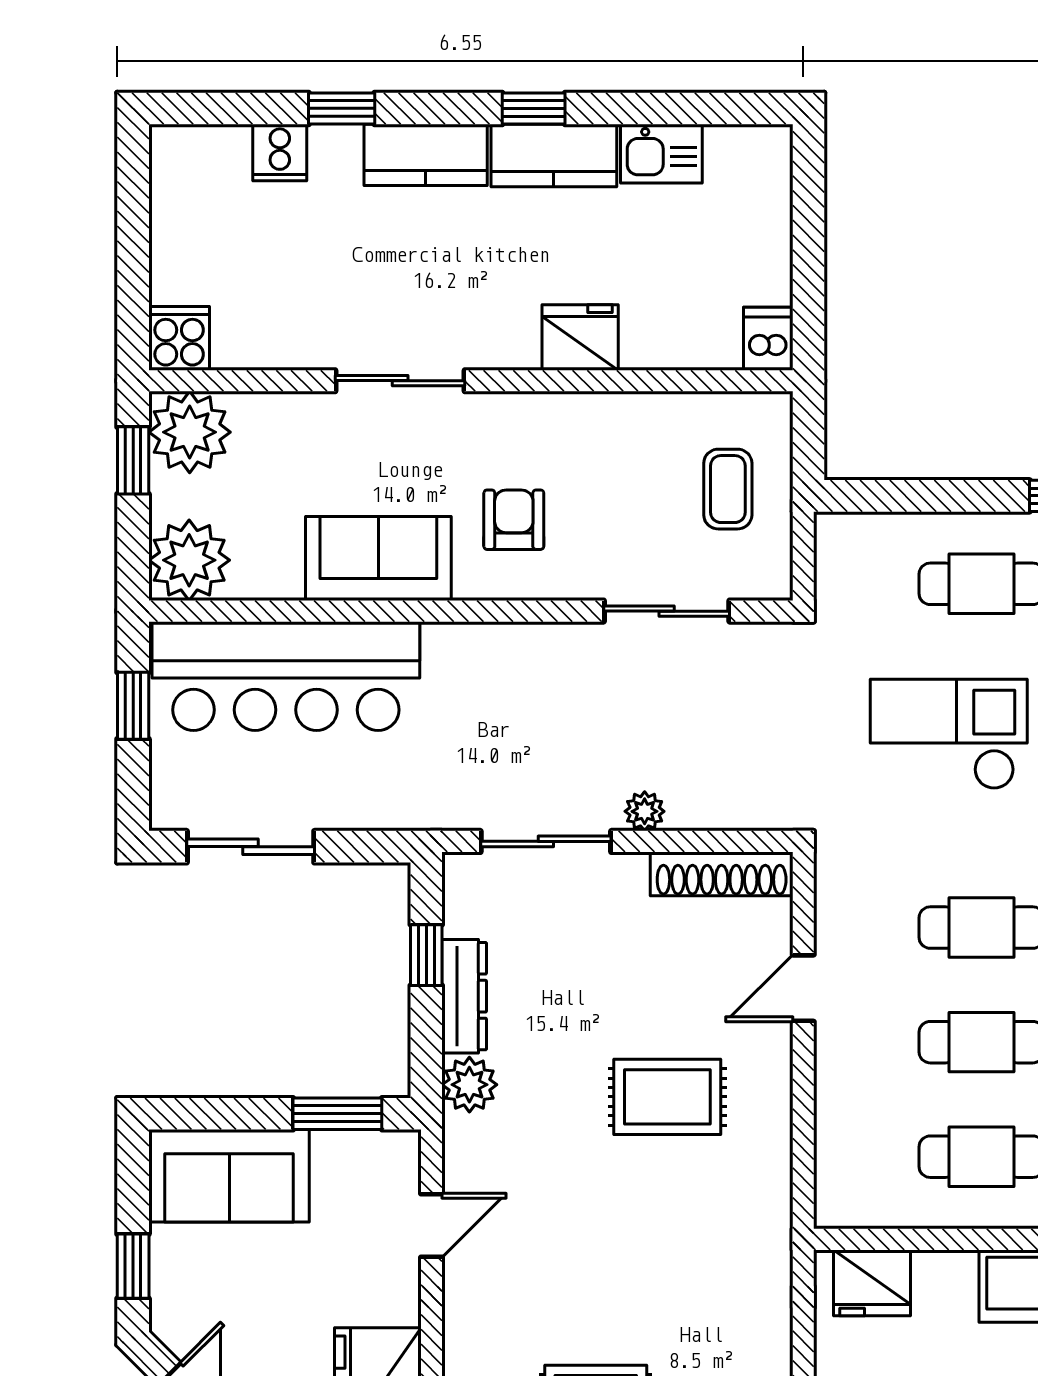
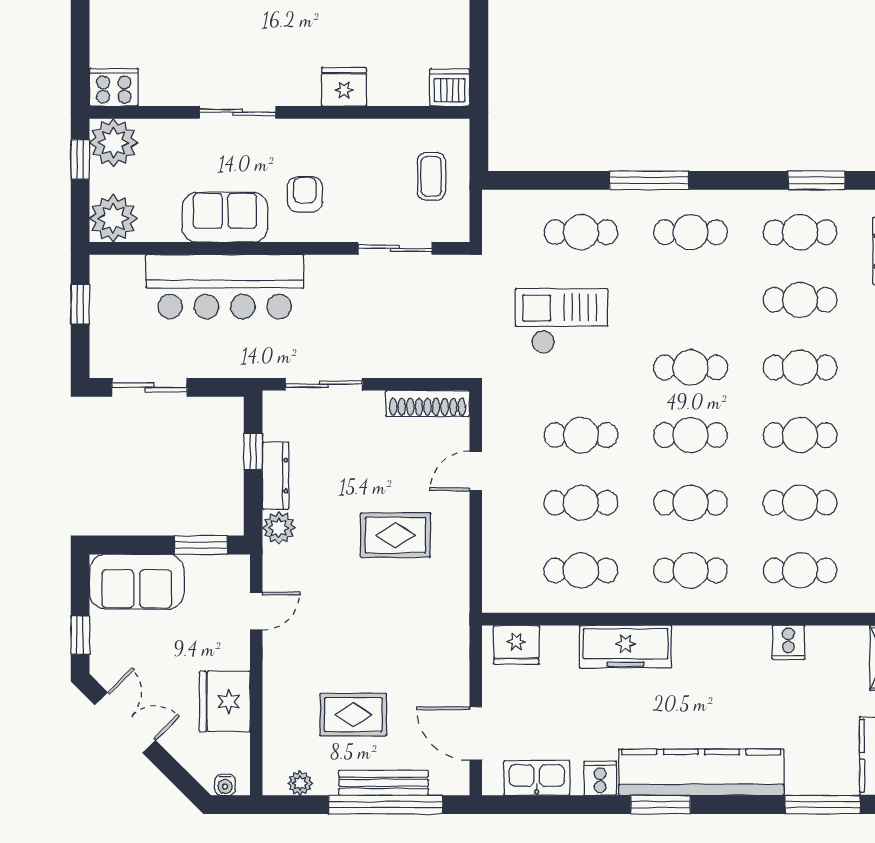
cooker: (179, 338) -> (114, 87), width x1.36
dishwasher: (768, 339) -> (450, 88), width x1.38
bar counter: (286, 676) -> (225, 287), moved
plant: (645, 811) -> (382, 366), removed

